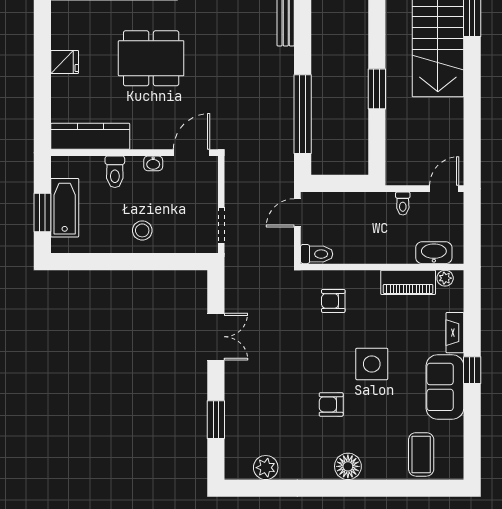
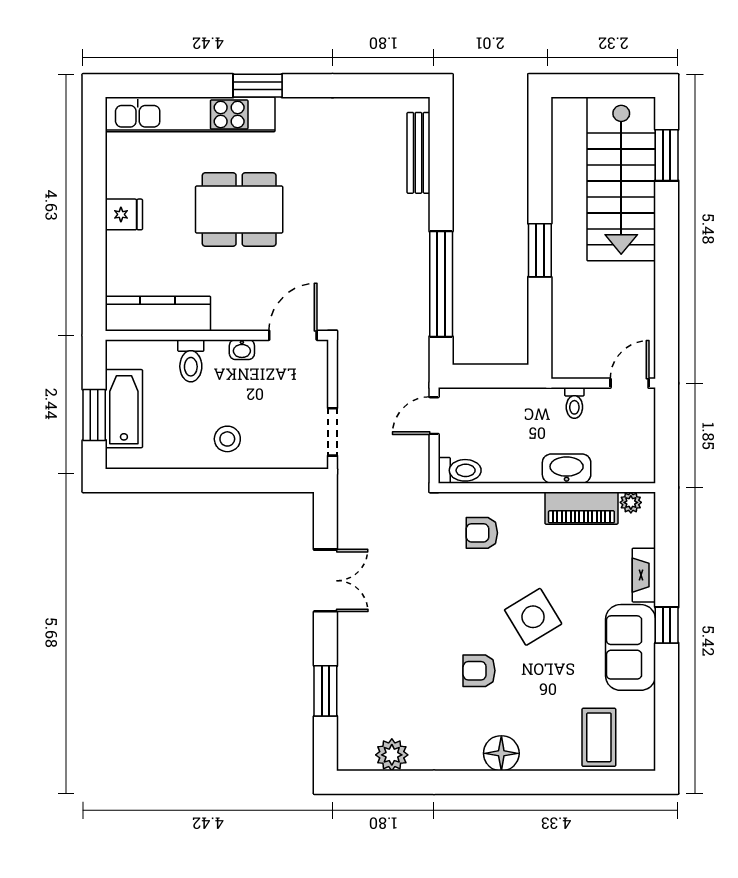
washbasin: (434, 253) -> (567, 469), moved
side table: (372, 364) -> (533, 617), turned -31

